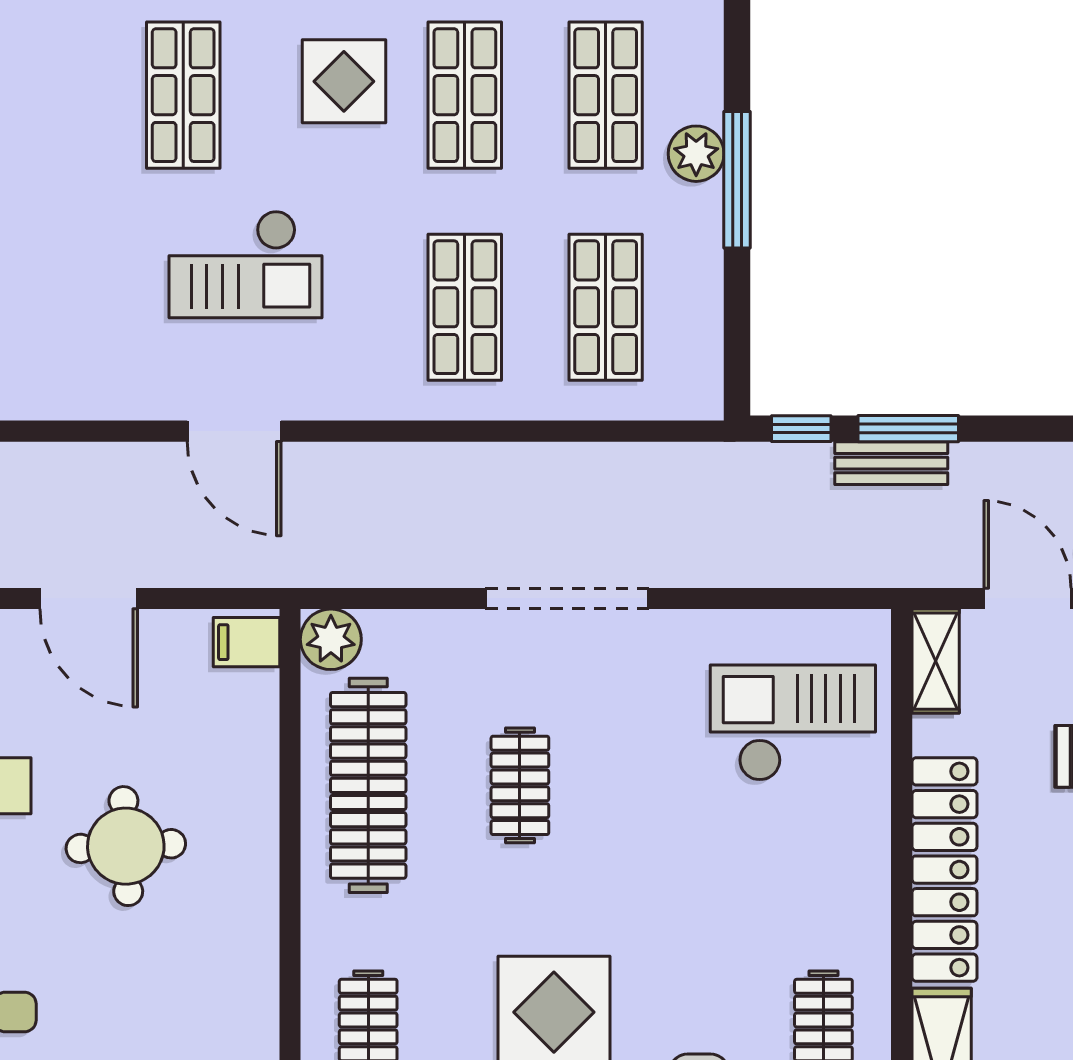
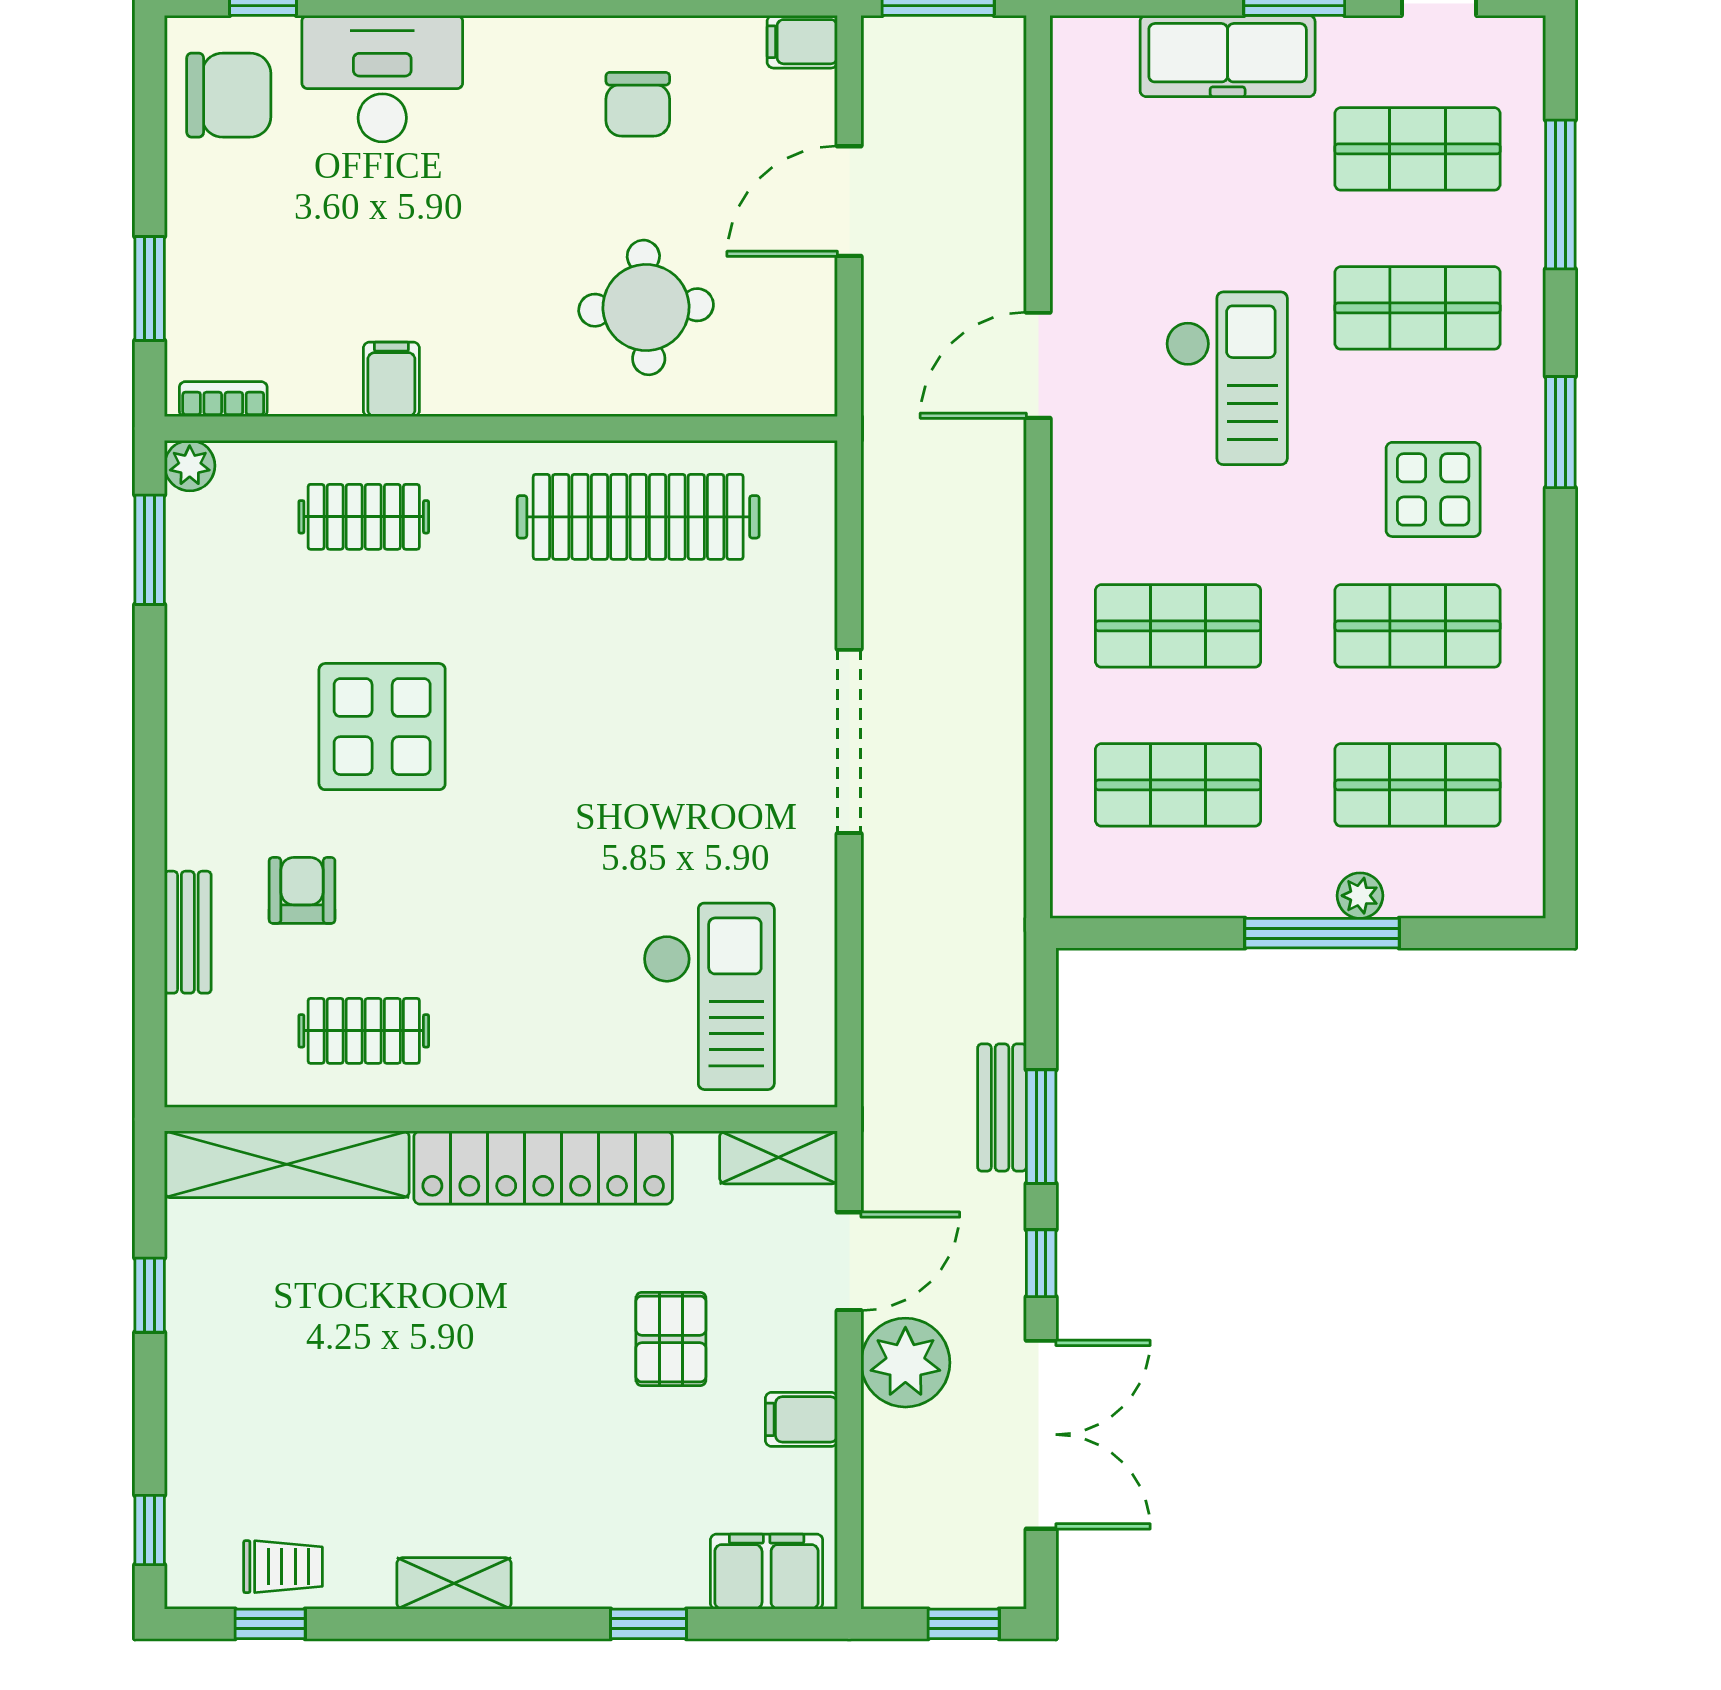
shop shelf: (42, 95) -> (1418, 149), added
plant: (696, 154) -> (1360, 896), width x0.73, depth x0.73
checkout: (245, 264) -> (1227, 378), turned 180
window: (801, 429) -> (1041, 1263), moved
plant: (331, 639) -> (803, 475), removed
filing cabinet: (247, 642) -> (391, 379), moved
clothes rail: (520, 785) -> (638, 688), removed
round table: (126, 846) -> (646, 307), moved

